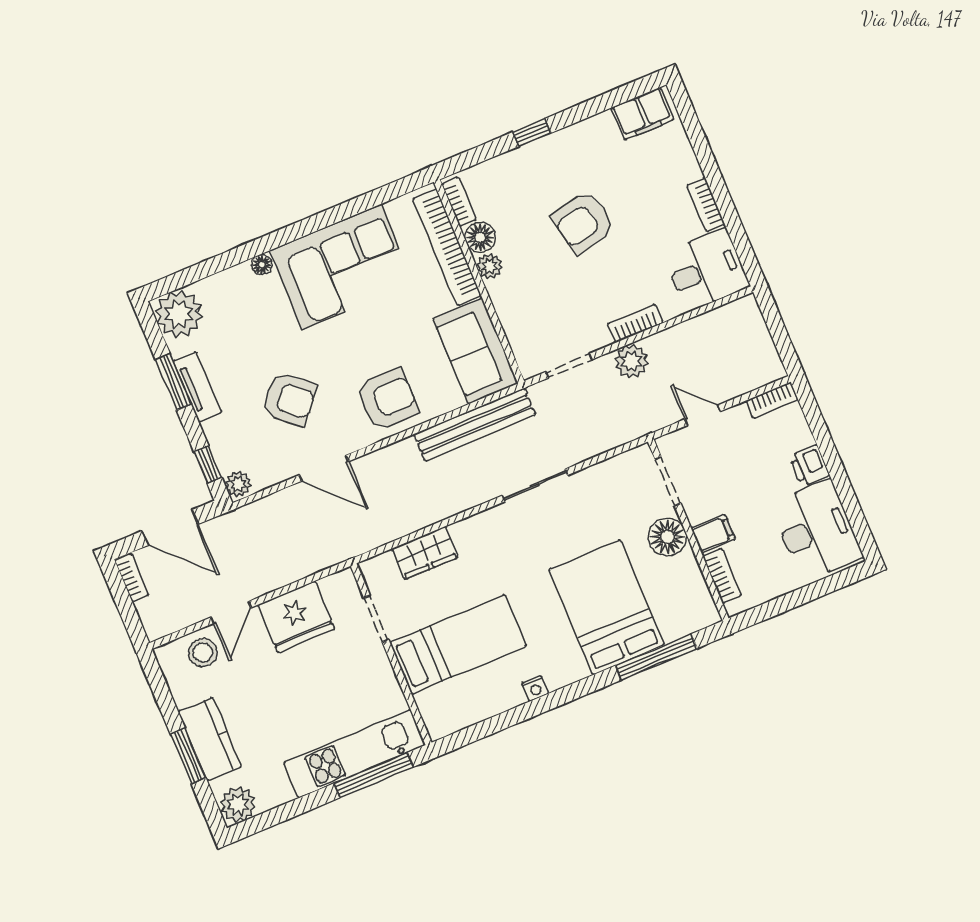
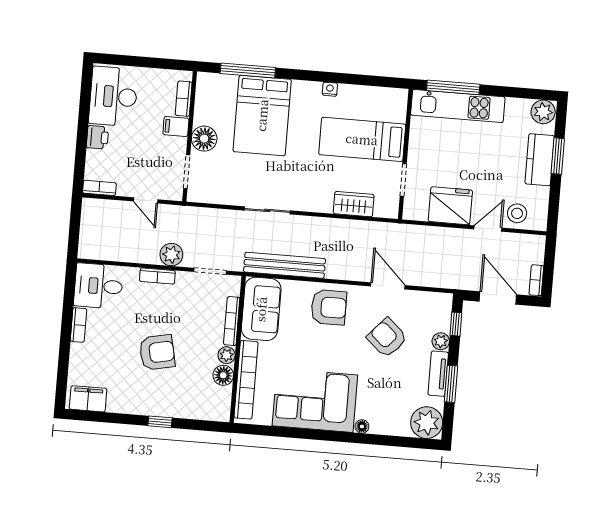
bookcase: (459, 202) -> (232, 321), moved, width x1.56
armchair: (387, 399) -> (329, 307), turned 180
plant: (238, 484) -> (441, 341), moved

